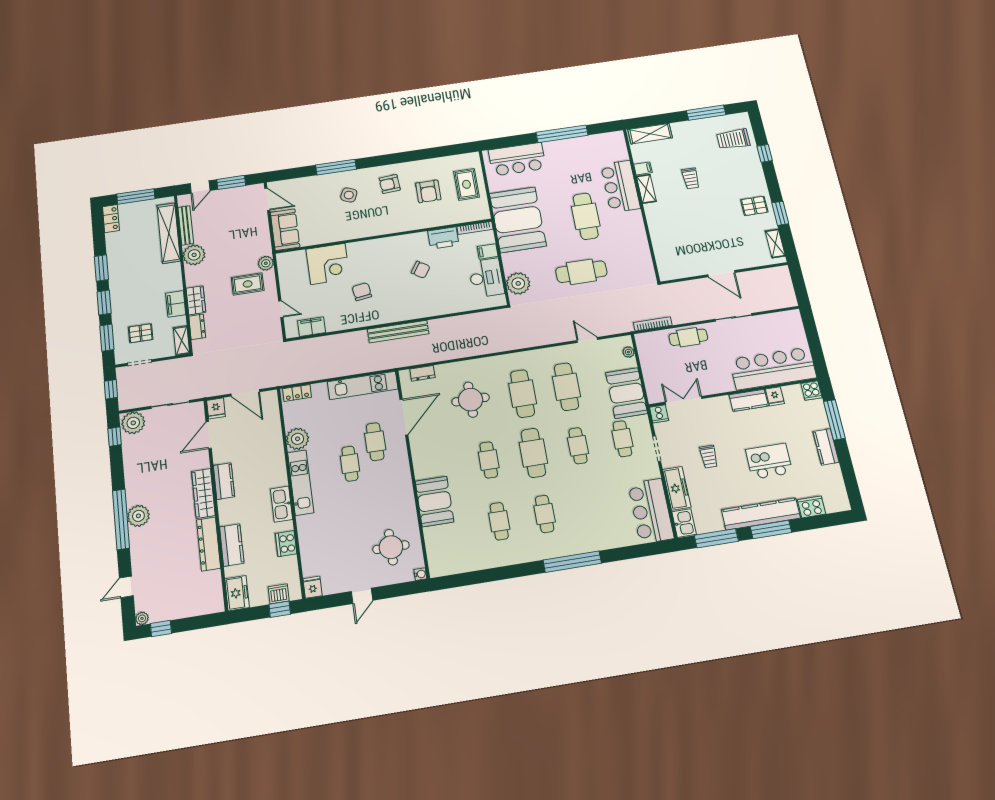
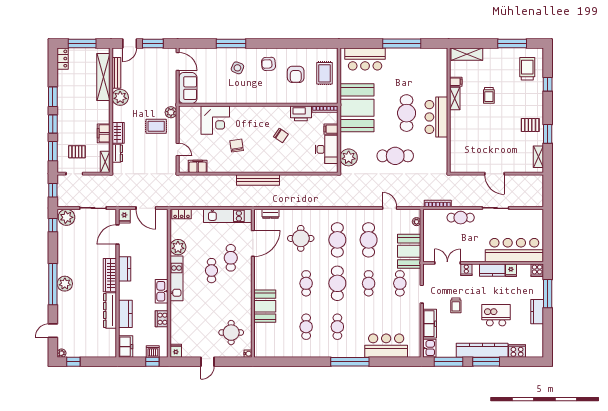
trolley: (733, 139) -> (527, 69), turned 90
bar counter: (620, 186) -> (436, 117), moved
cooker: (659, 414) -> (466, 270), moved
bar counter: (651, 511) -> (386, 346), moved, turned 90

